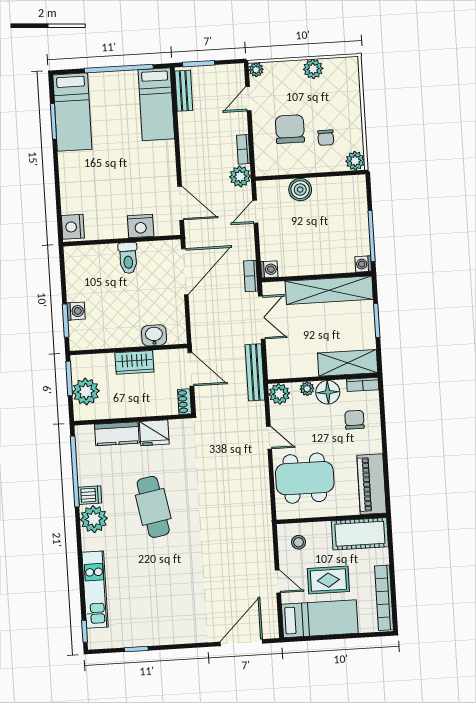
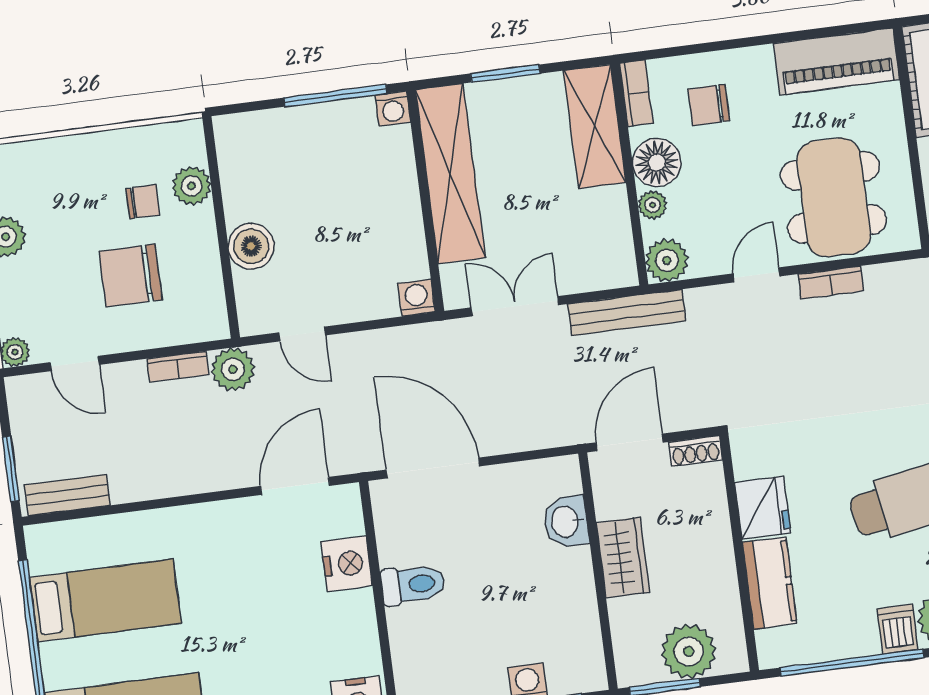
bed: (156, 104) -> (105, 600), moved
plant: (355, 161) -> (192, 186), moved
bookcase: (251, 276) -> (831, 283), moved

